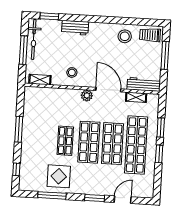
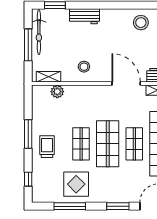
plant: (87, 95) -> (57, 92), moved
trolley: (35, 142) -> (47, 147), added
shop shelf: (112, 144) -> (134, 144), width x0.70, depth x0.74

